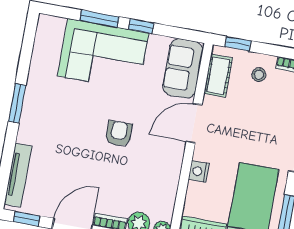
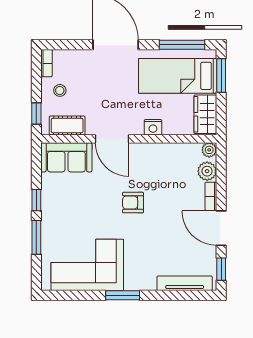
corner sofa: (103, 54) -> (87, 265), moved, turned -90

